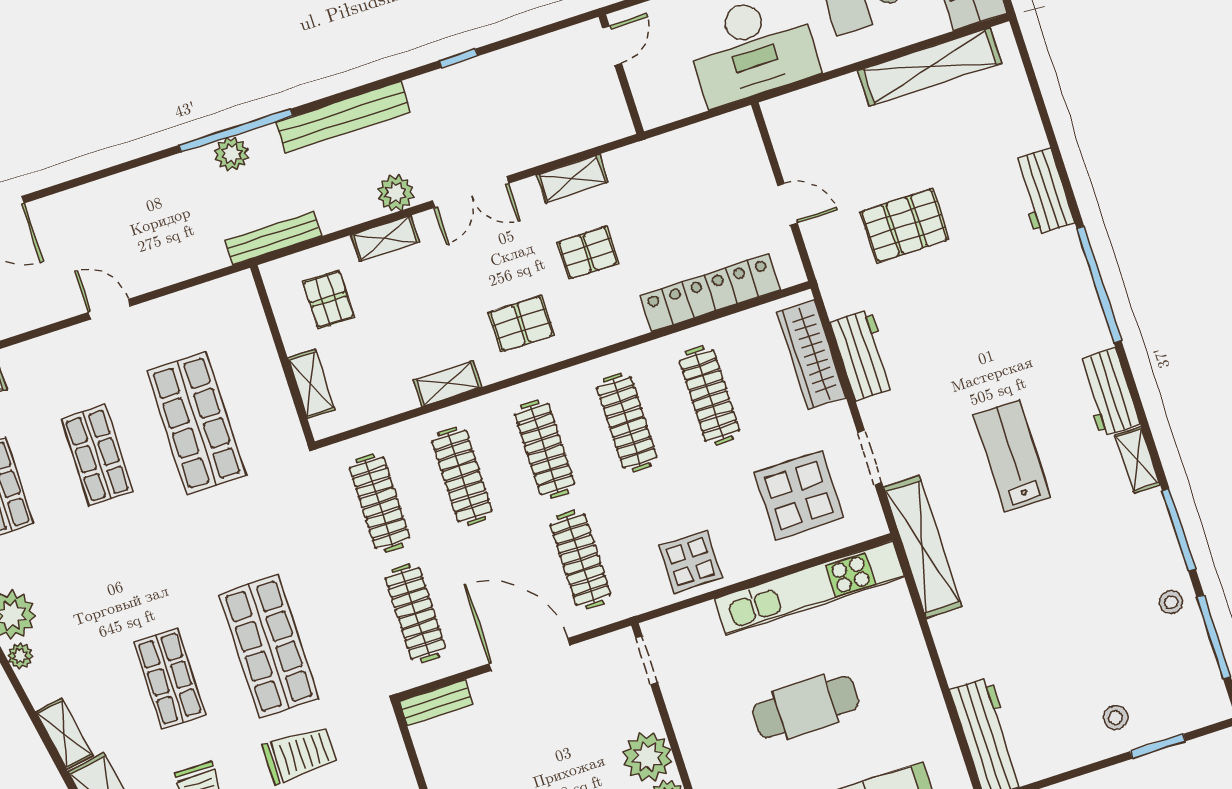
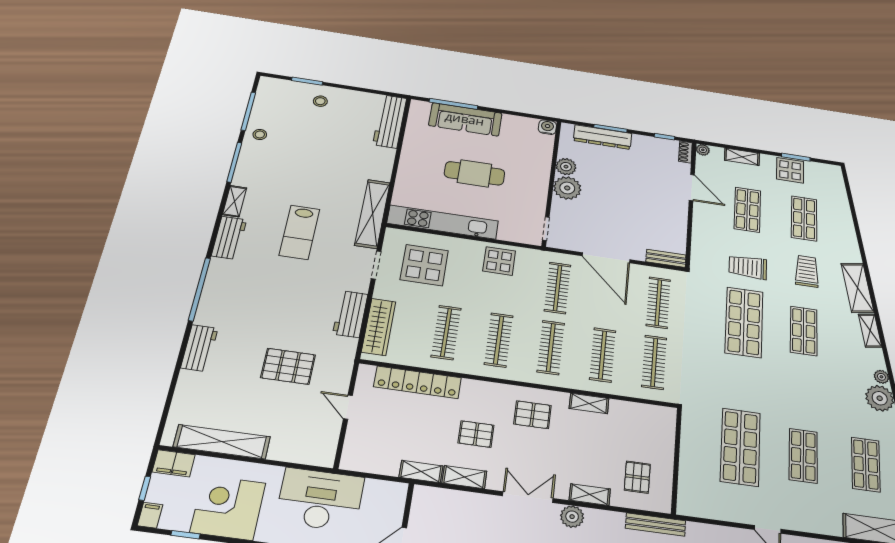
shelving: (311, 384) -> (421, 472), moved, turned 90

